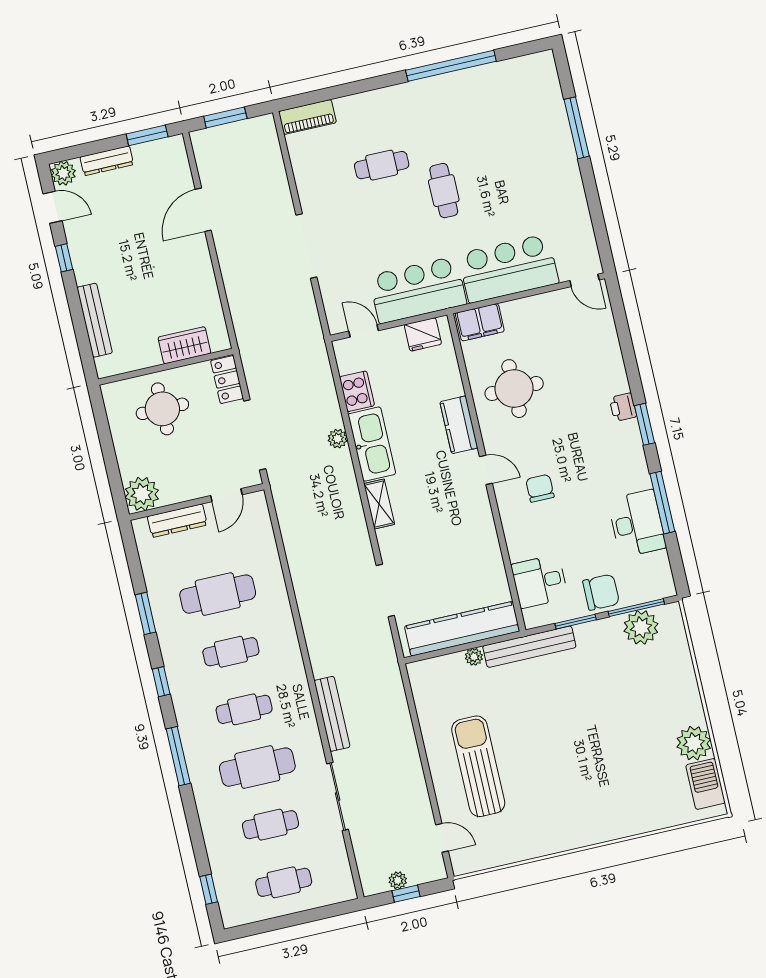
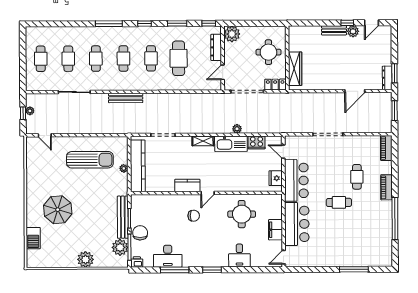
piano: (390, 98) -> (386, 187), added
dresser: (107, 161) -> (387, 78), moved
plant: (63, 173) -> (353, 31), moved
door: (203, 210) -> (355, 91), swing flipped
bench: (95, 320) -> (334, 30), moved, width x0.73
filing cabinet: (480, 322) -> (275, 230), moved
door: (364, 331) -> (283, 152), swing flipped
wardrobe: (184, 345) -> (295, 69), width x1.50
printer: (623, 407) -> (137, 262), moved
kitchen counter: (459, 425) -> (187, 185), moved
door: (226, 495) -> (223, 72), hinge flipped
desk: (540, 581) -> (239, 255), moved, turned 180
chair: (601, 592) -> (140, 233), turned 180
bench: (529, 647) -> (123, 217), moved
bench: (332, 714) -> (126, 98), moved
plant: (694, 743) -> (86, 259), moved
sun lounger: (478, 766) -> (90, 160), moved
cafe table: (257, 767) -> (96, 59), width x0.73, depth x0.74
parasol: (591, 776) -> (58, 210), added
barbecue: (705, 784) -> (33, 238), moved, turned 90
door: (442, 838) -> (45, 135), hinge flipped
window: (209, 889) -> (209, 23), moved

